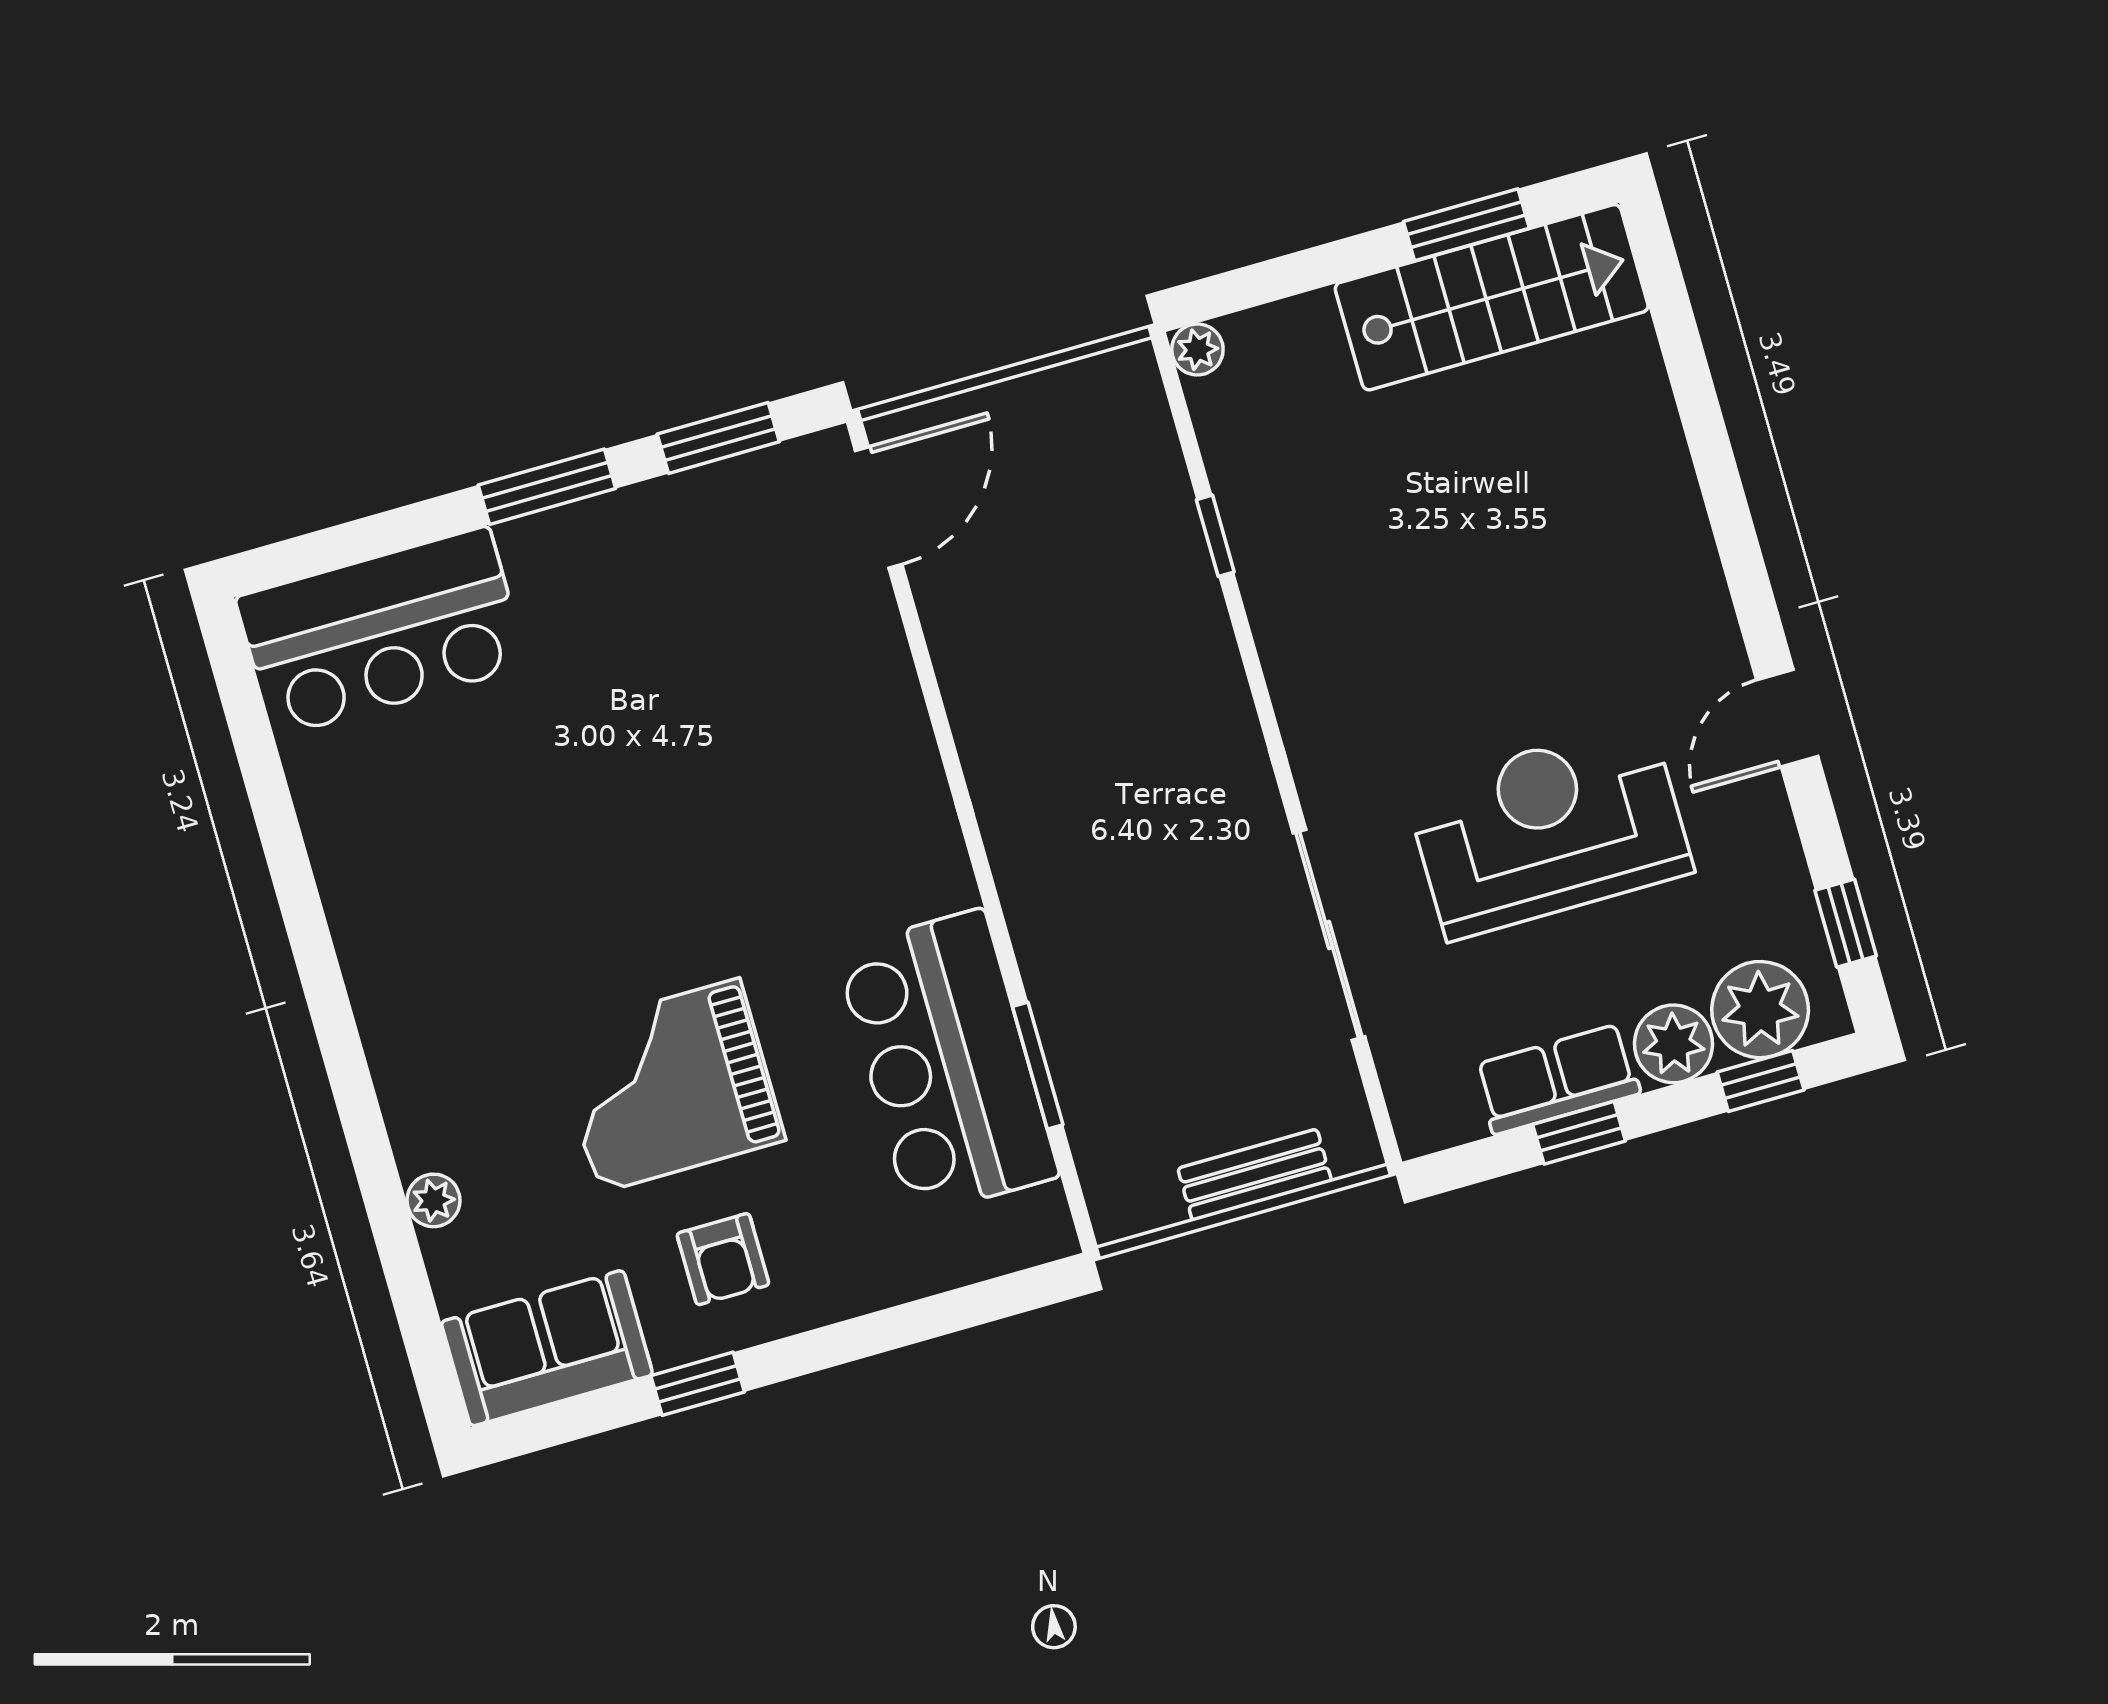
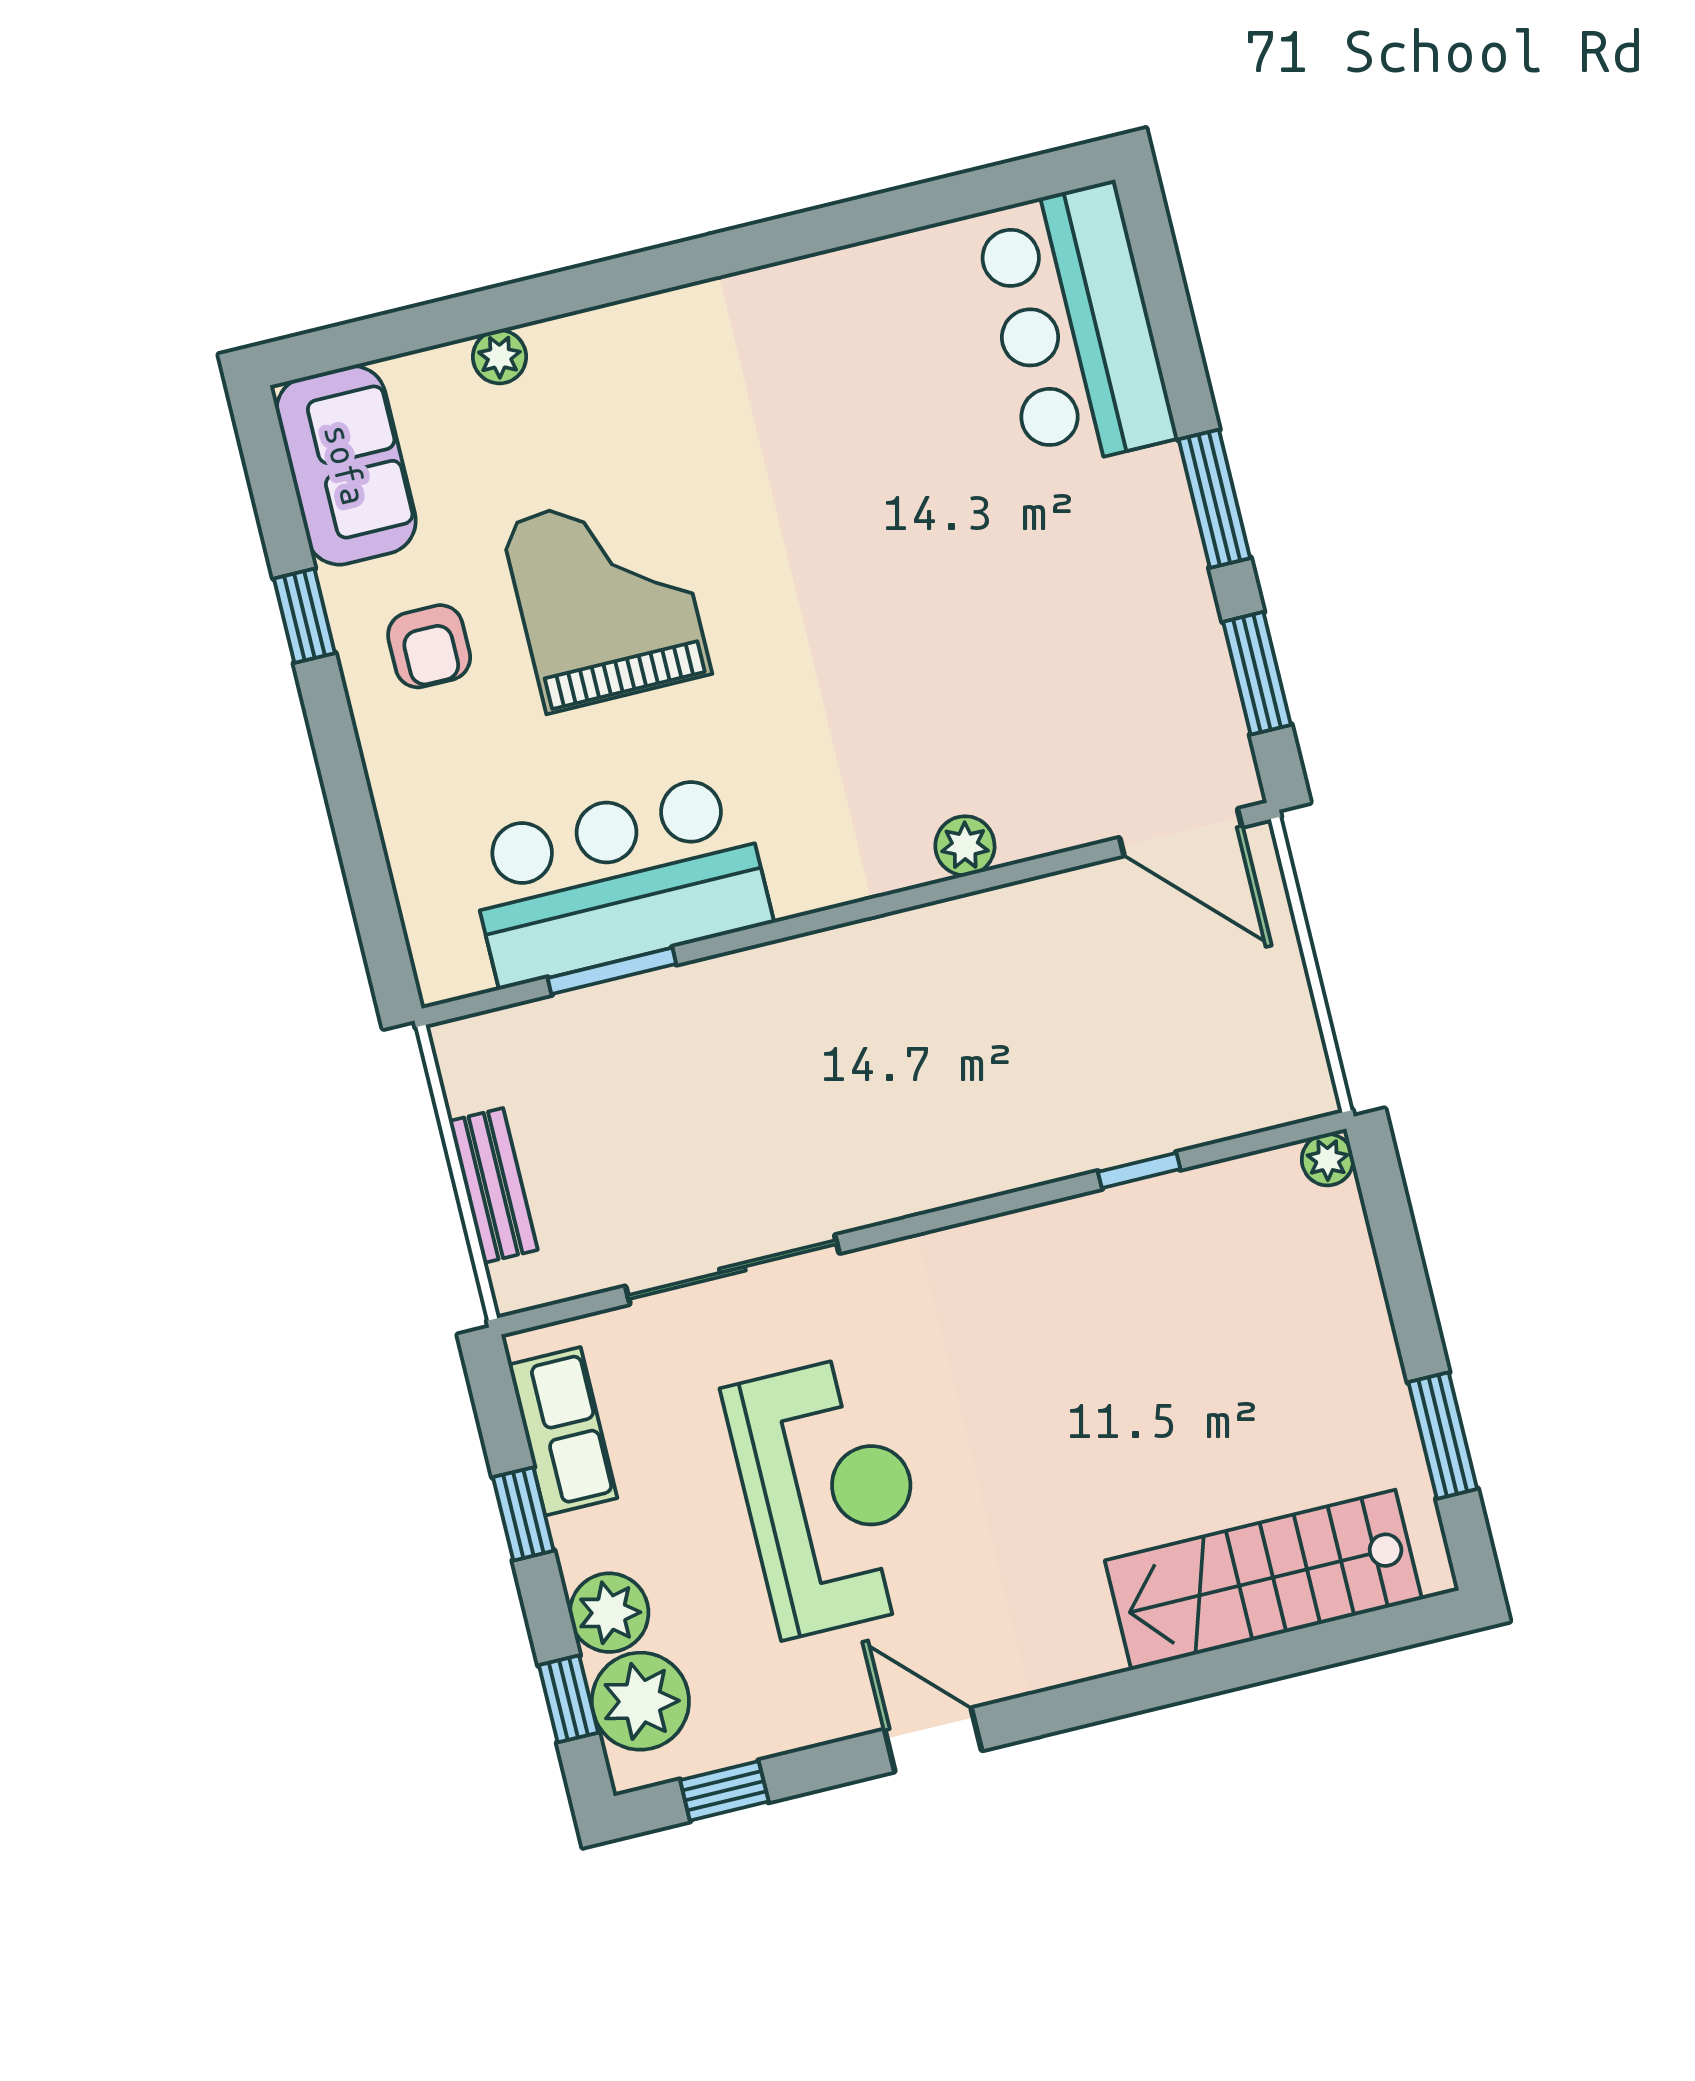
stairs: (1492, 297) -> (1263, 1580), moved, turned 90
plant: (900, 721) -> (965, 846), added
row of seats: (1557, 1079) -> (563, 1431), moved
armchair: (723, 1259) -> (429, 646), turned -90

